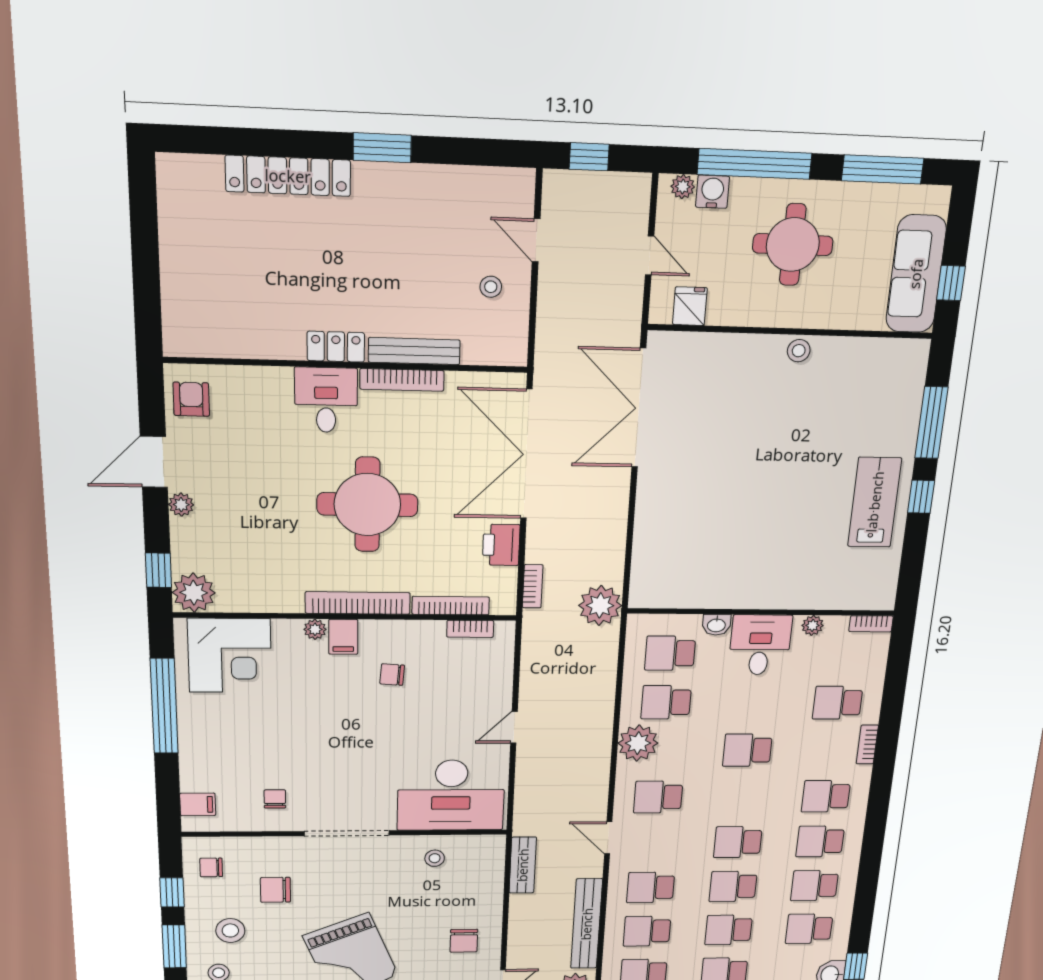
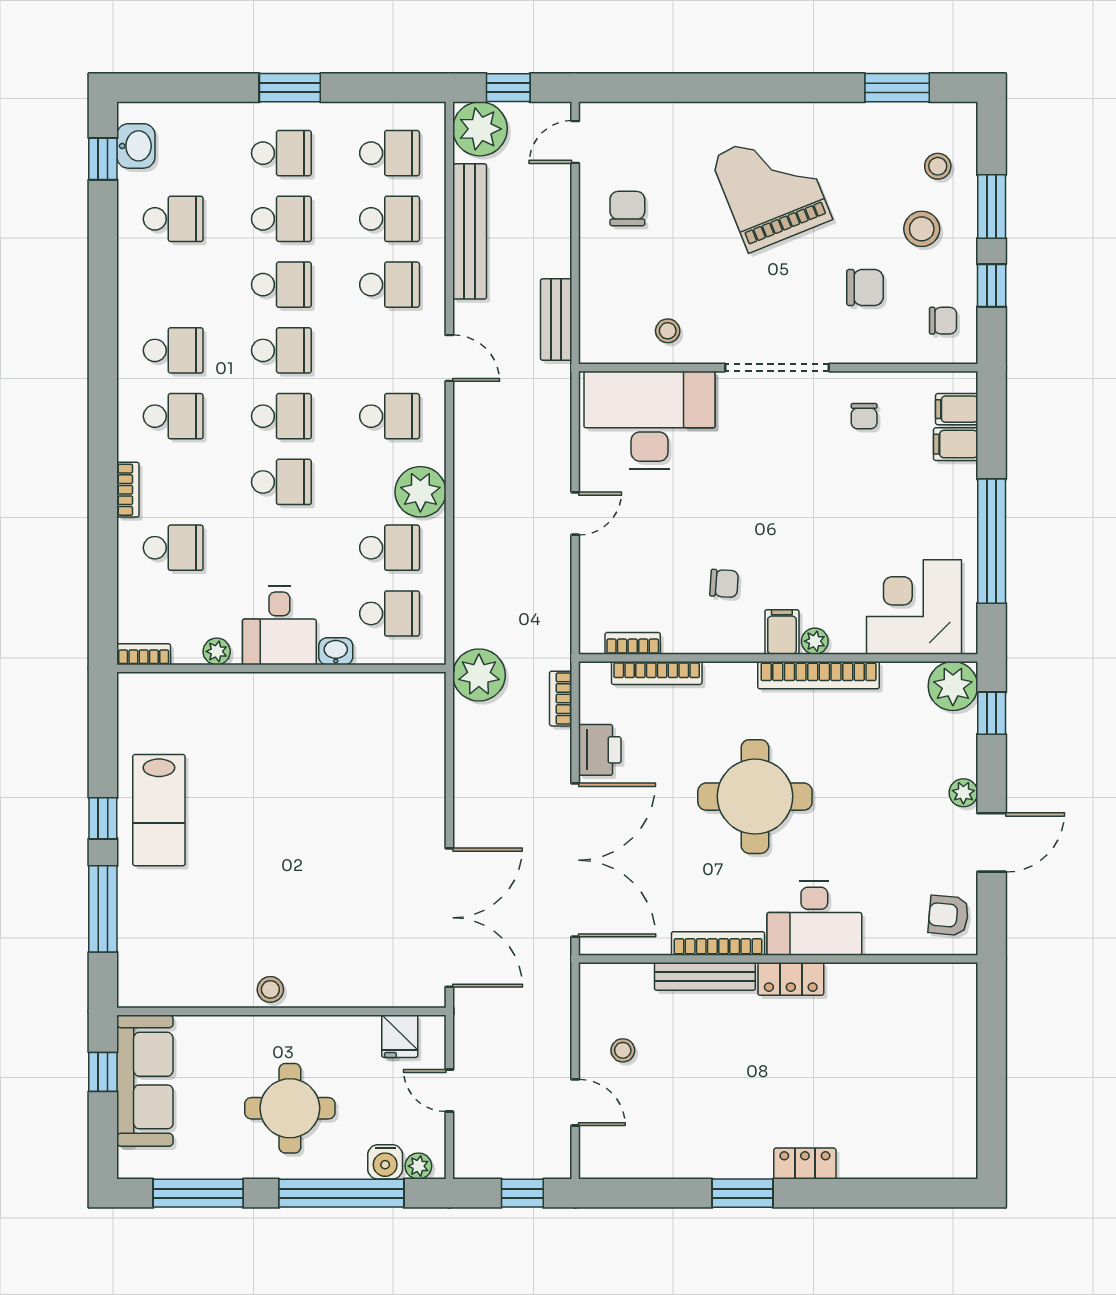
locker: (288, 176) -> (805, 1164), width x0.46, depth x0.83
armchair: (191, 399) -> (948, 915), turned 95
desk: (326, 400) -> (814, 918), width x1.37
bookcase: (358, 603) -> (819, 675), moved
filing cabinet: (198, 779) -> (956, 444), added
school desk: (815, 886) -> (281, 416), moved

